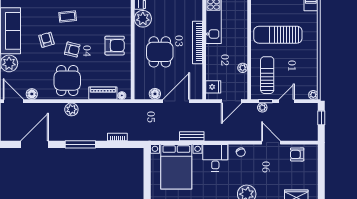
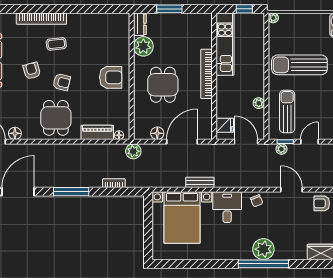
door: (232, 101) -> (246, 142), swing flipped
plant: (71, 109) -> (133, 151), moved

